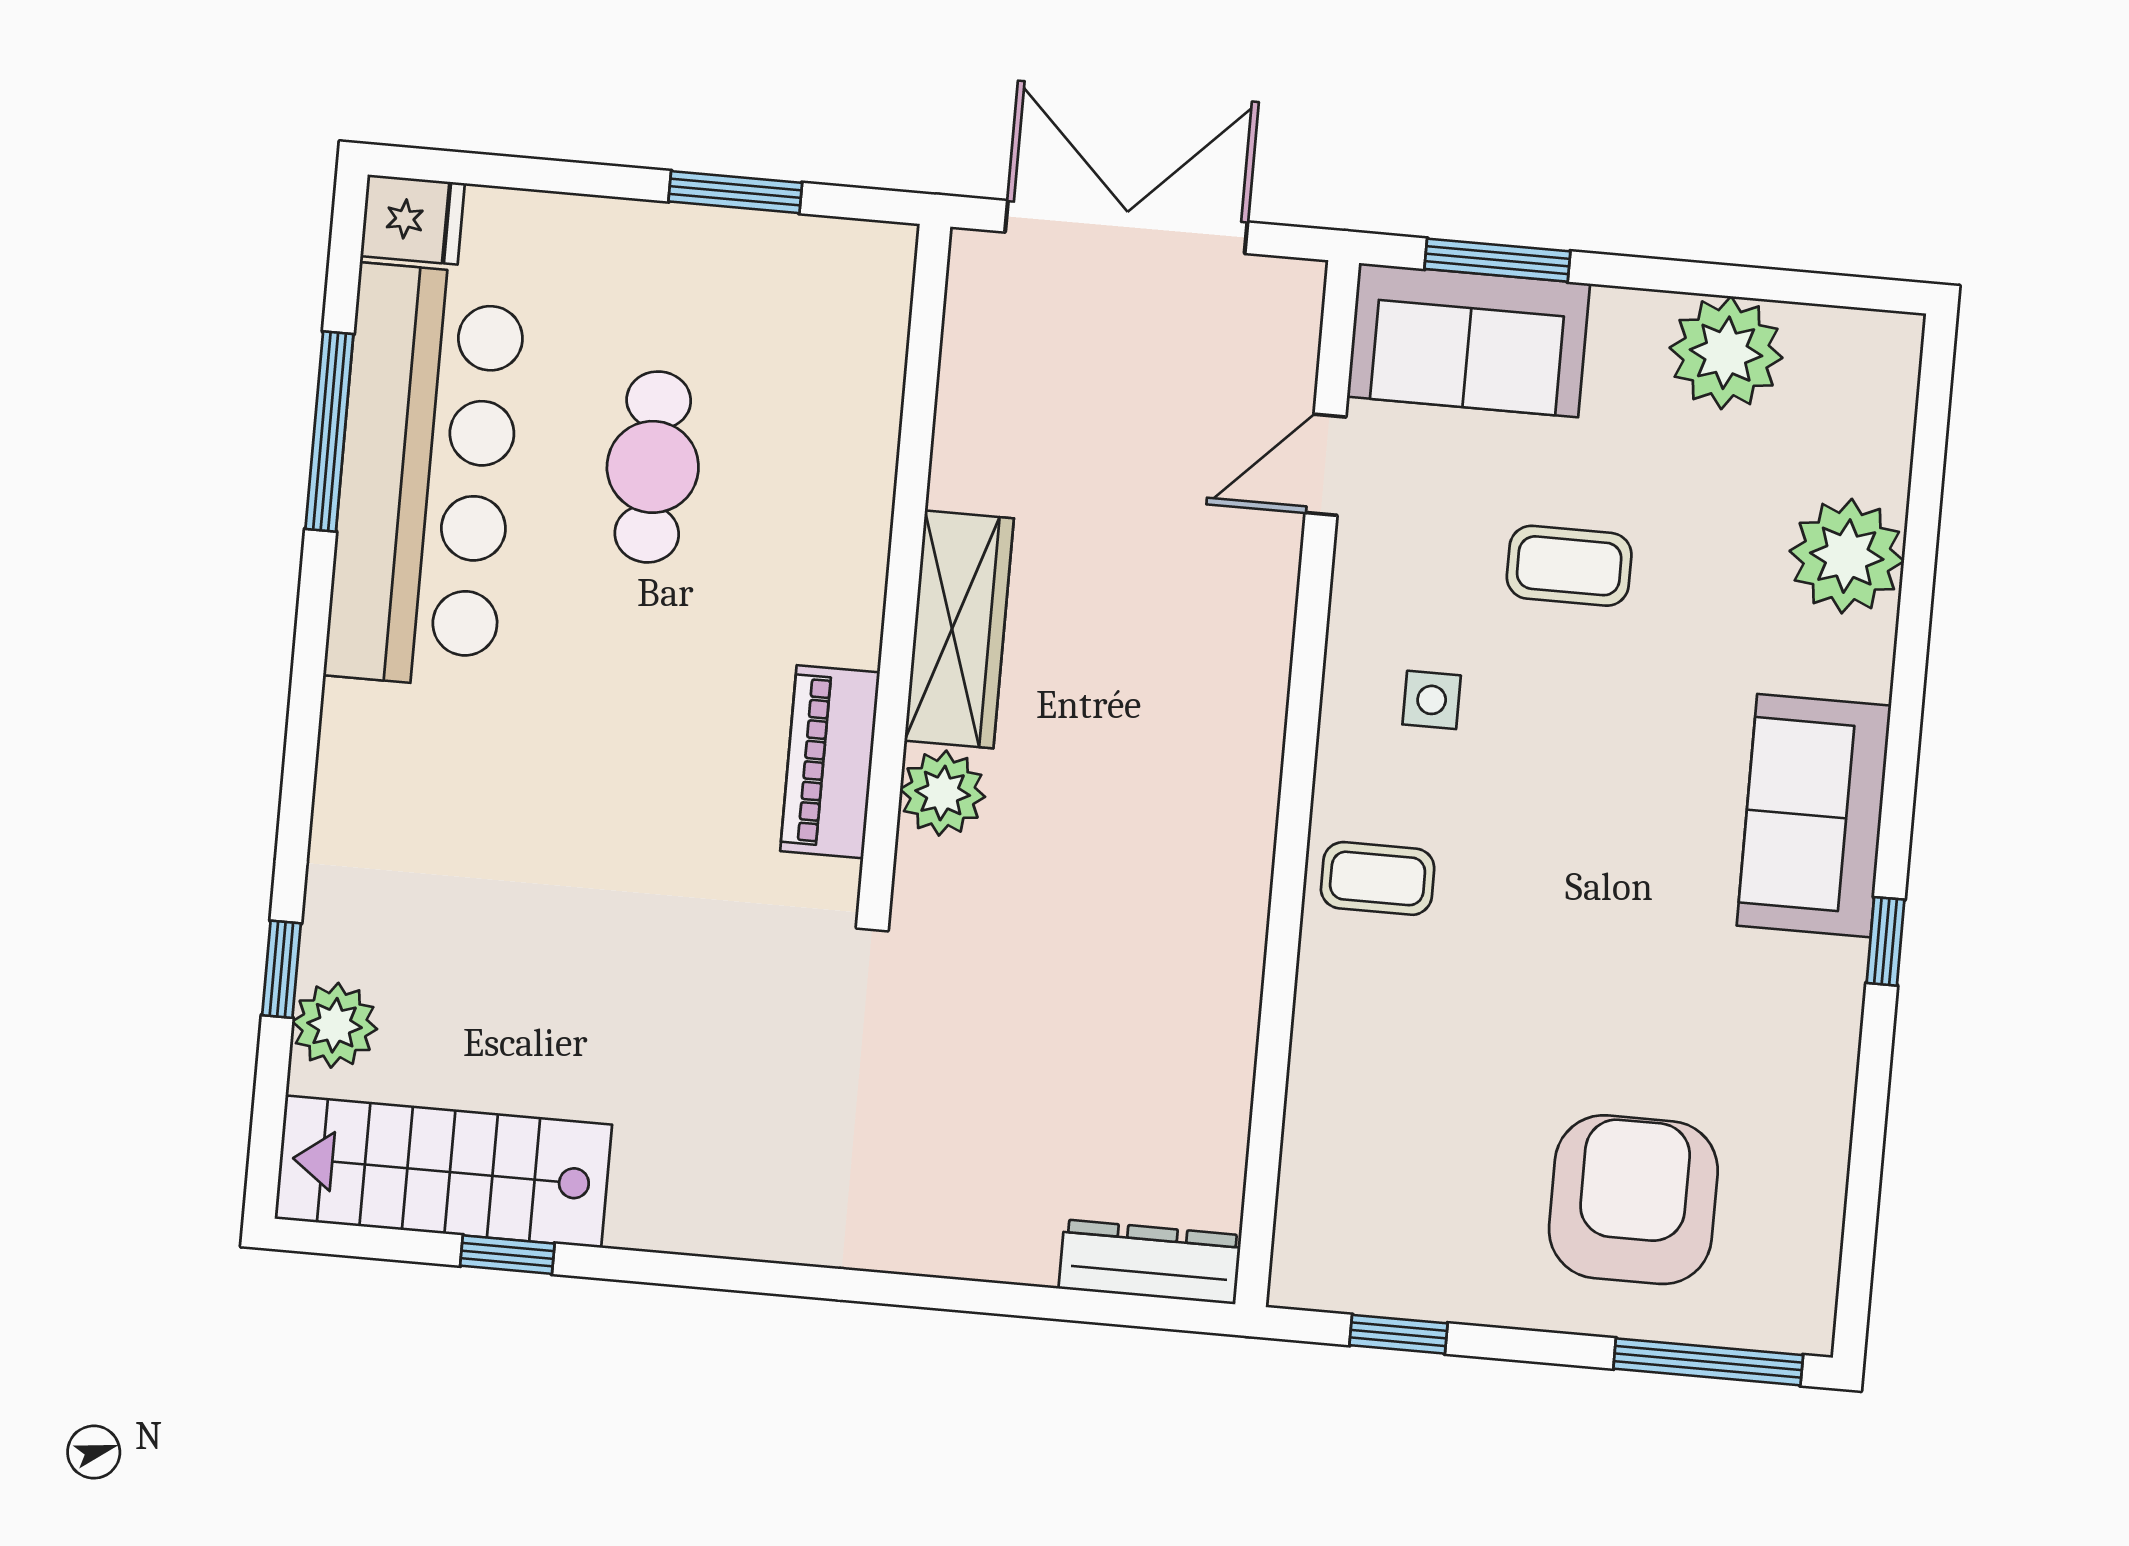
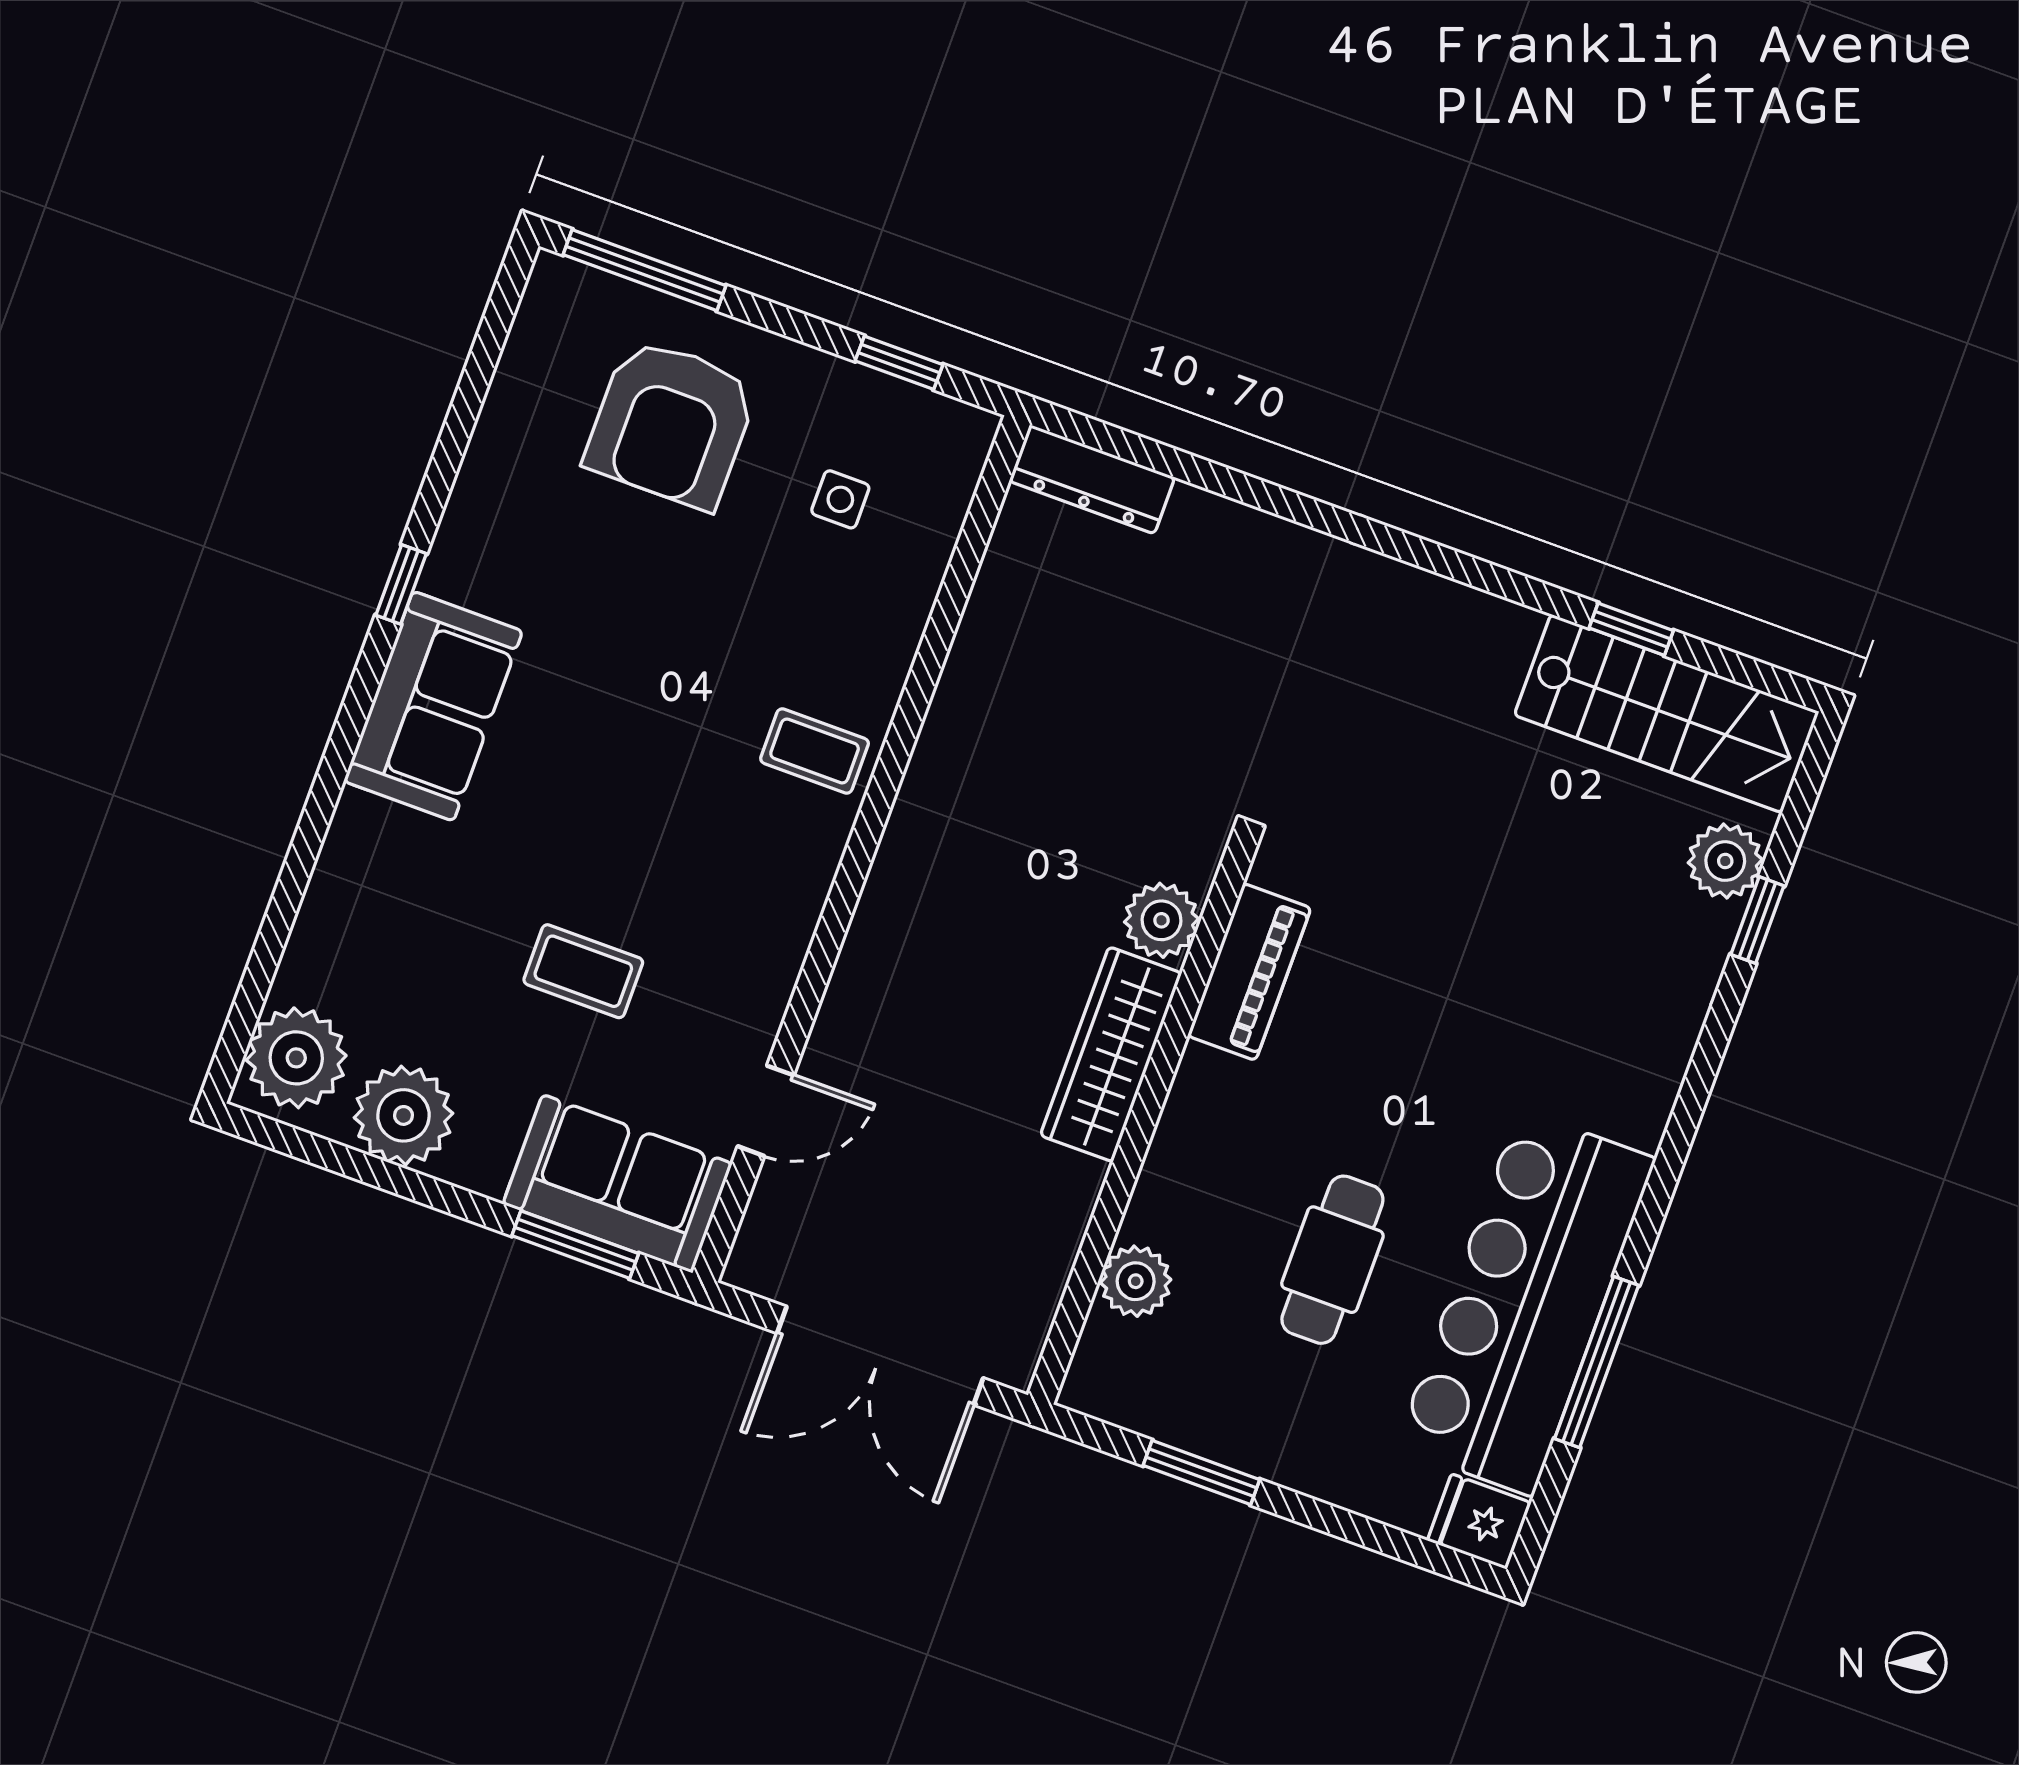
plant: (865, 385) -> (1136, 1281), added
plant: (1847, 556) -> (296, 1058), moved
side table: (1432, 700) -> (840, 499), moved

